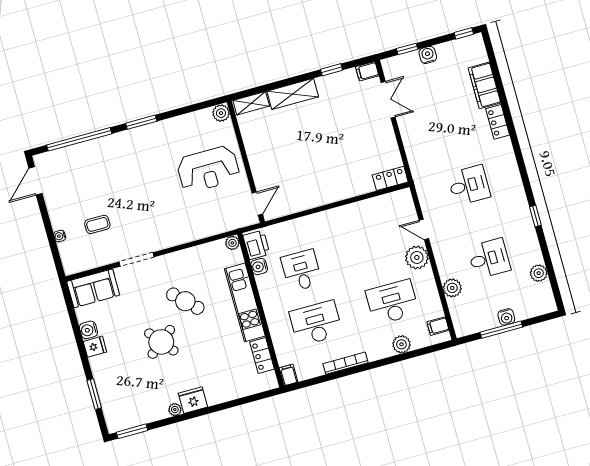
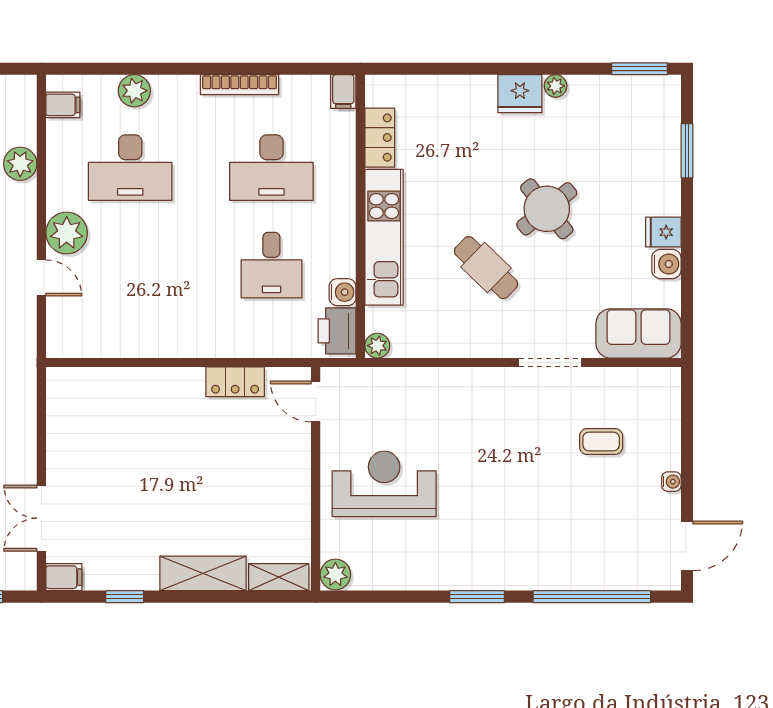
locker: (390, 178) -> (235, 382), moved
door: (257, 204) -> (316, 402), hinge flipped
water cooler: (60, 236) -> (671, 482), moved

